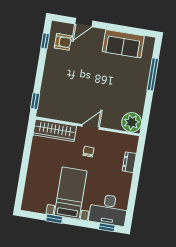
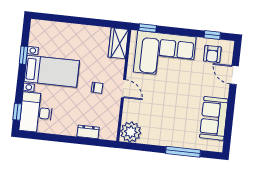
corner sofa: (61, 86) -> (165, 54), added
wardrobe: (55, 130) -> (118, 43), width x0.67

